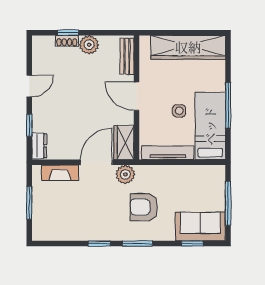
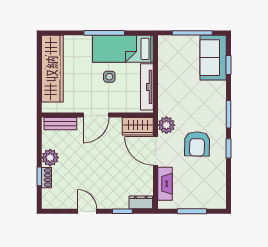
armchair: (144, 207) -> (197, 144), moved

